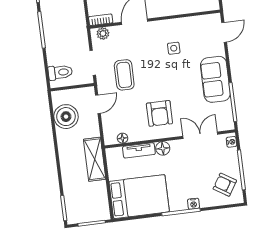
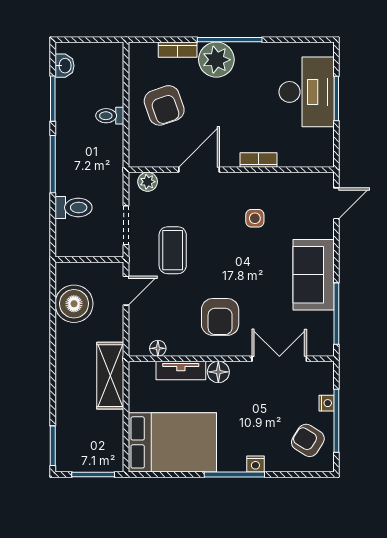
bookcase: (101, 20) -> (259, 160), moved
toilet: (60, 72) -> (74, 208), moved
nightstand: (231, 142) -> (327, 403), moved

